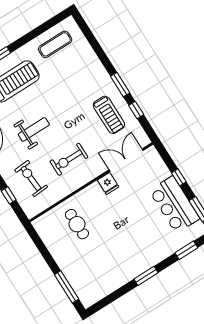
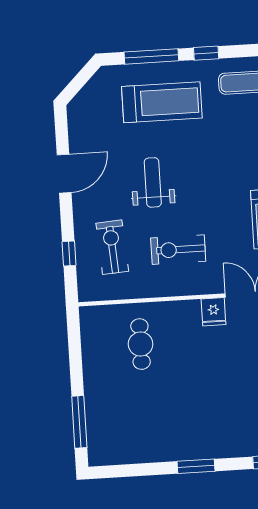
window: (24, 40) -> (206, 53), added
weight bench: (34, 129) -> (153, 182), turned -90

